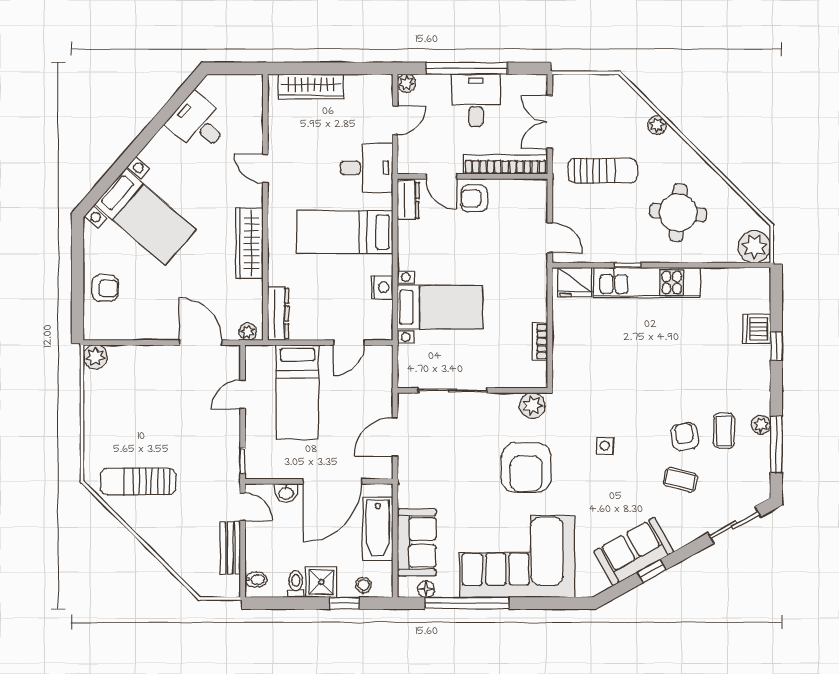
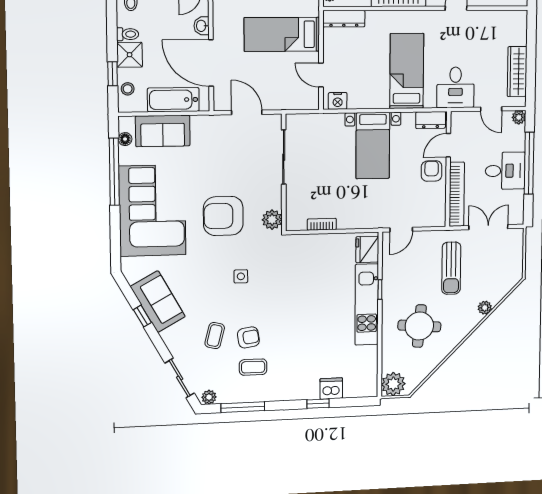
wardrobe: (311, 87) -> (517, 72), moved
nightstand: (382, 287) -> (338, 101), moved
bed with nightstands: (440, 307) -> (373, 146), moved
plant: (761, 425) -> (209, 397), moved

